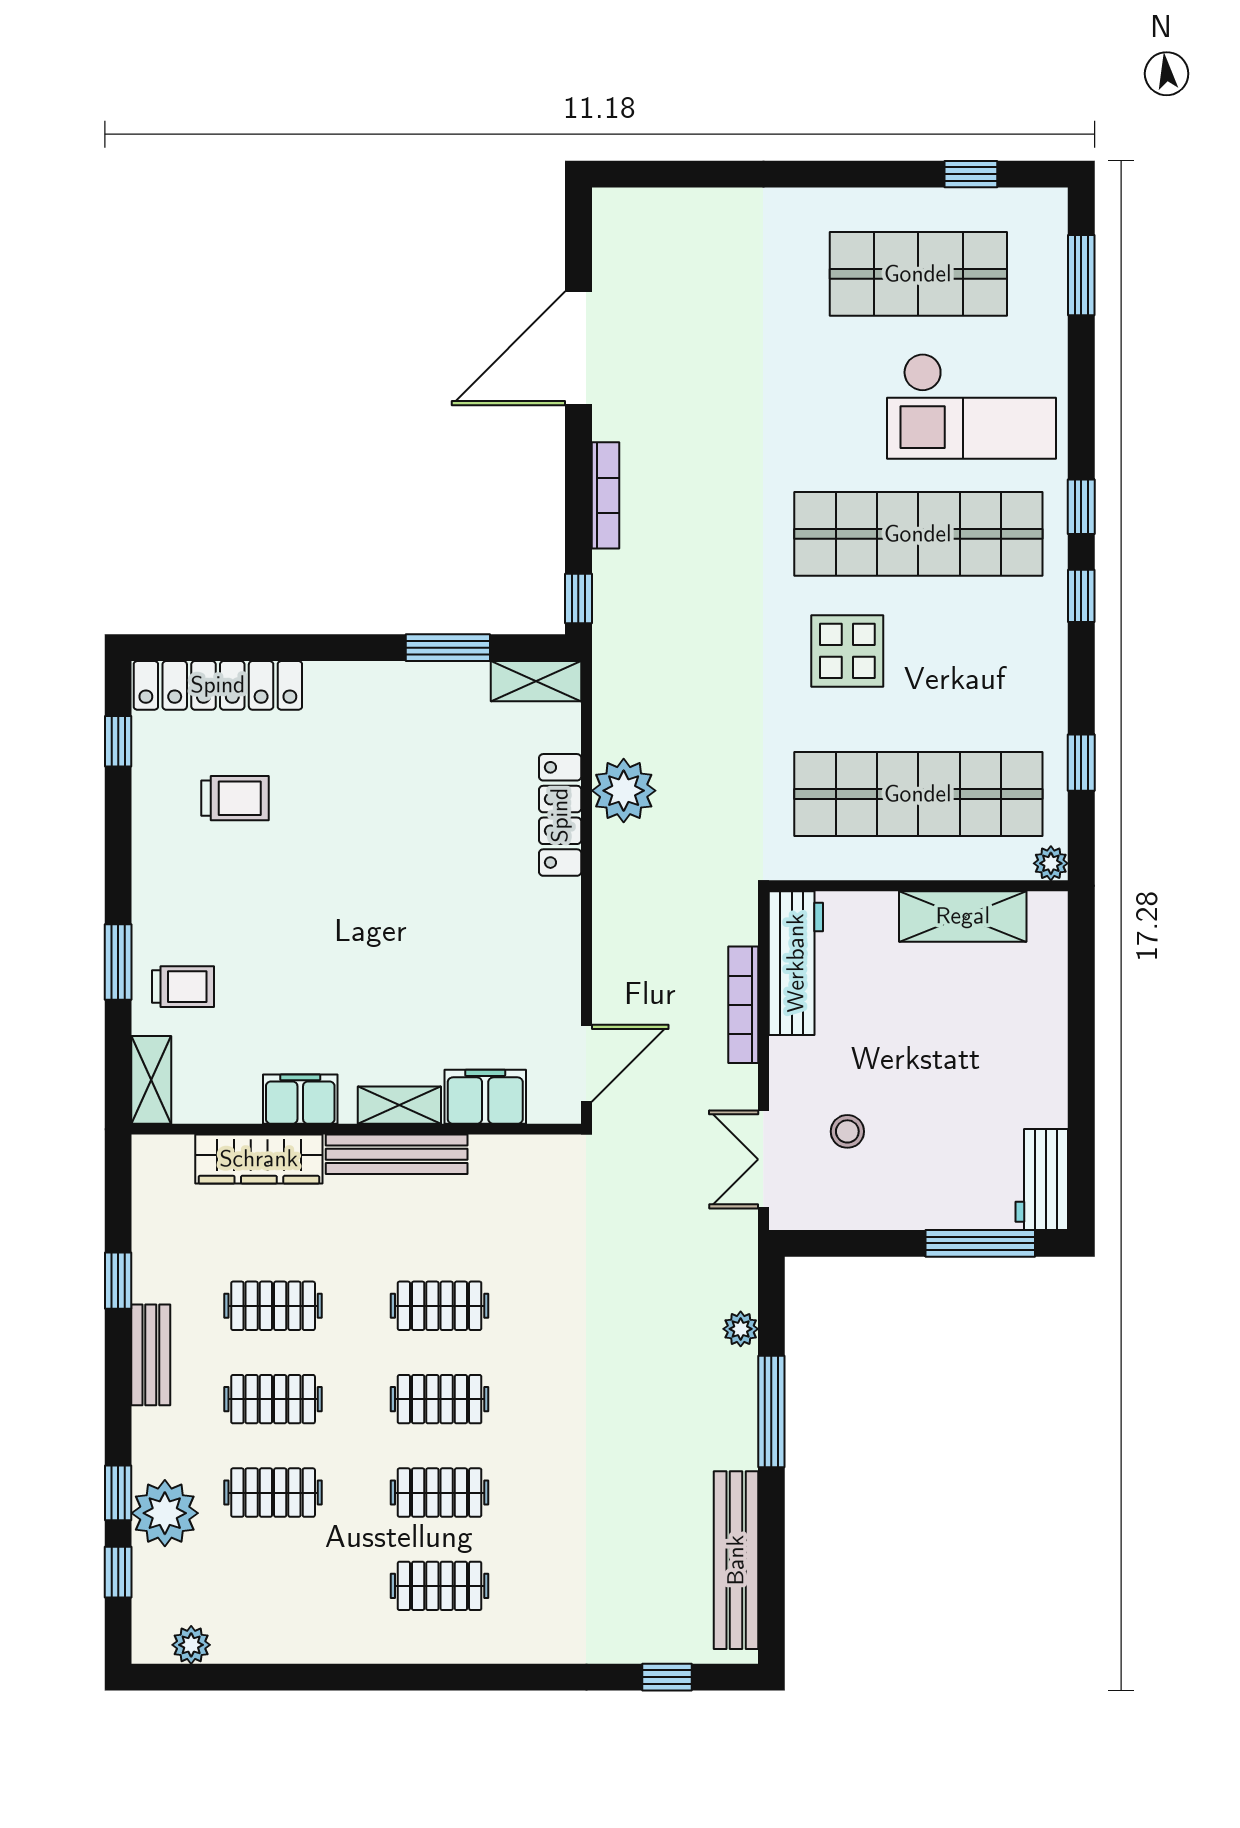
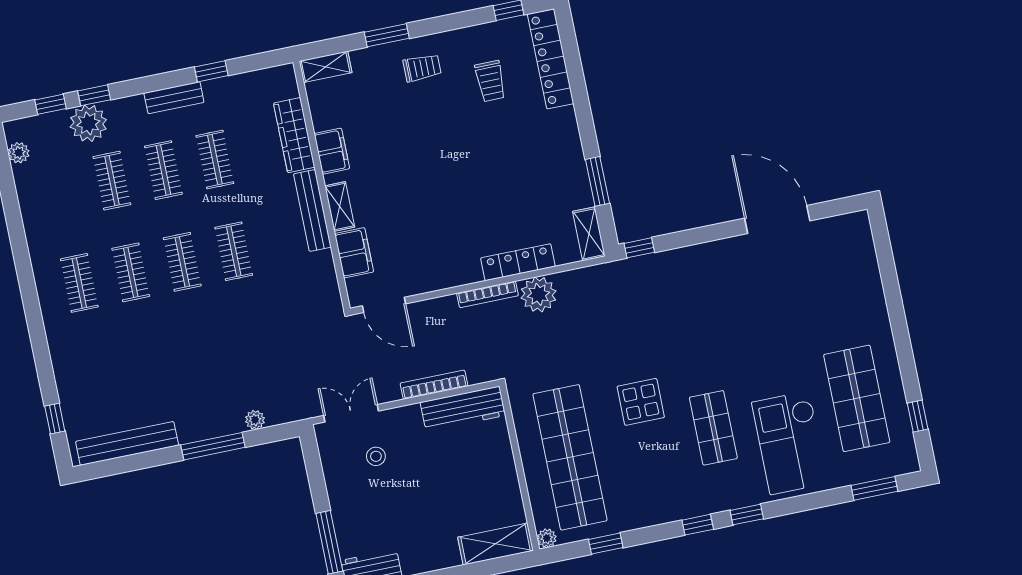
bookcase: (605, 495) -> (488, 294), moved
shop shelf: (918, 534) -> (713, 428), width x0.50, depth x0.74
shelving: (963, 916) -> (496, 544), moved, turned 90
trolley: (183, 987) -> (422, 68), moved, turned -90

